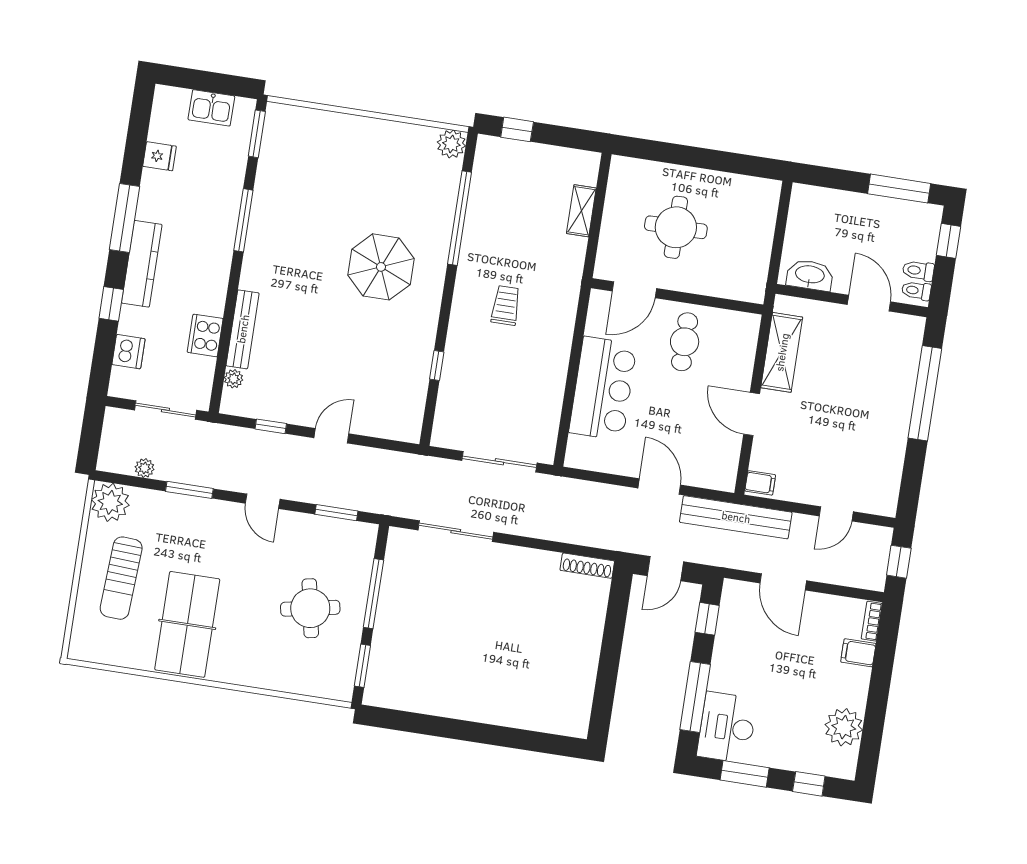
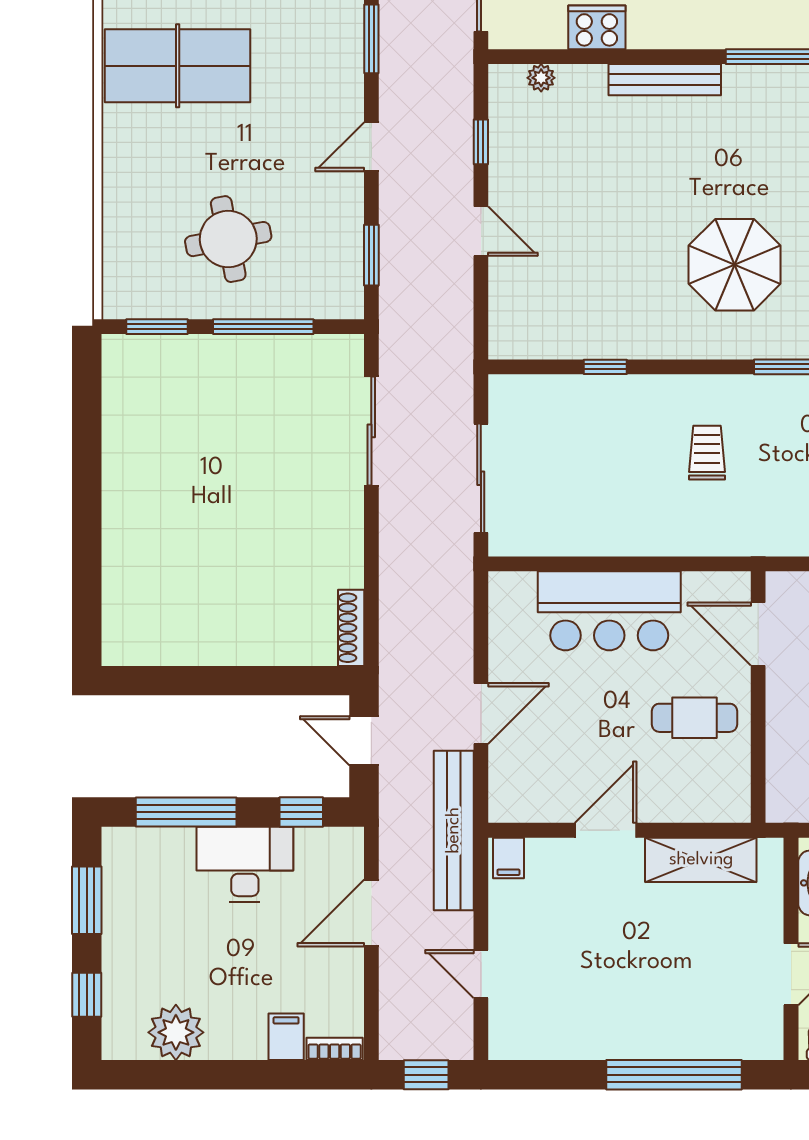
trolley: (506, 305) -> (707, 453), turned -90
bench: (243, 329) -> (665, 80), moved
desk: (727, 727) -> (245, 864), moved

